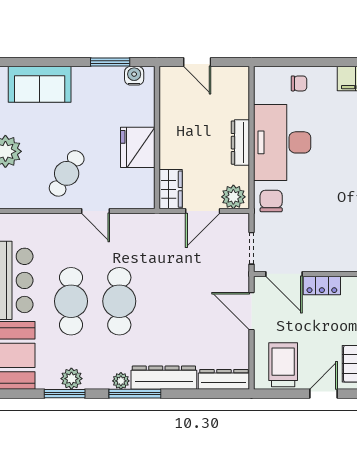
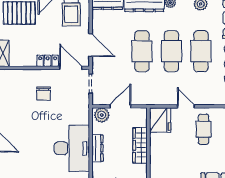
fridge: (138, 147) -> (160, 120), moved
cafe table: (67, 173) -> (204, 129), turned -31
wardrobe: (171, 189) -> (140, 145), moved, width x1.50
chair: (271, 201) -> (44, 94), moved
cafe table: (168, 301) -> (142, 51), added

